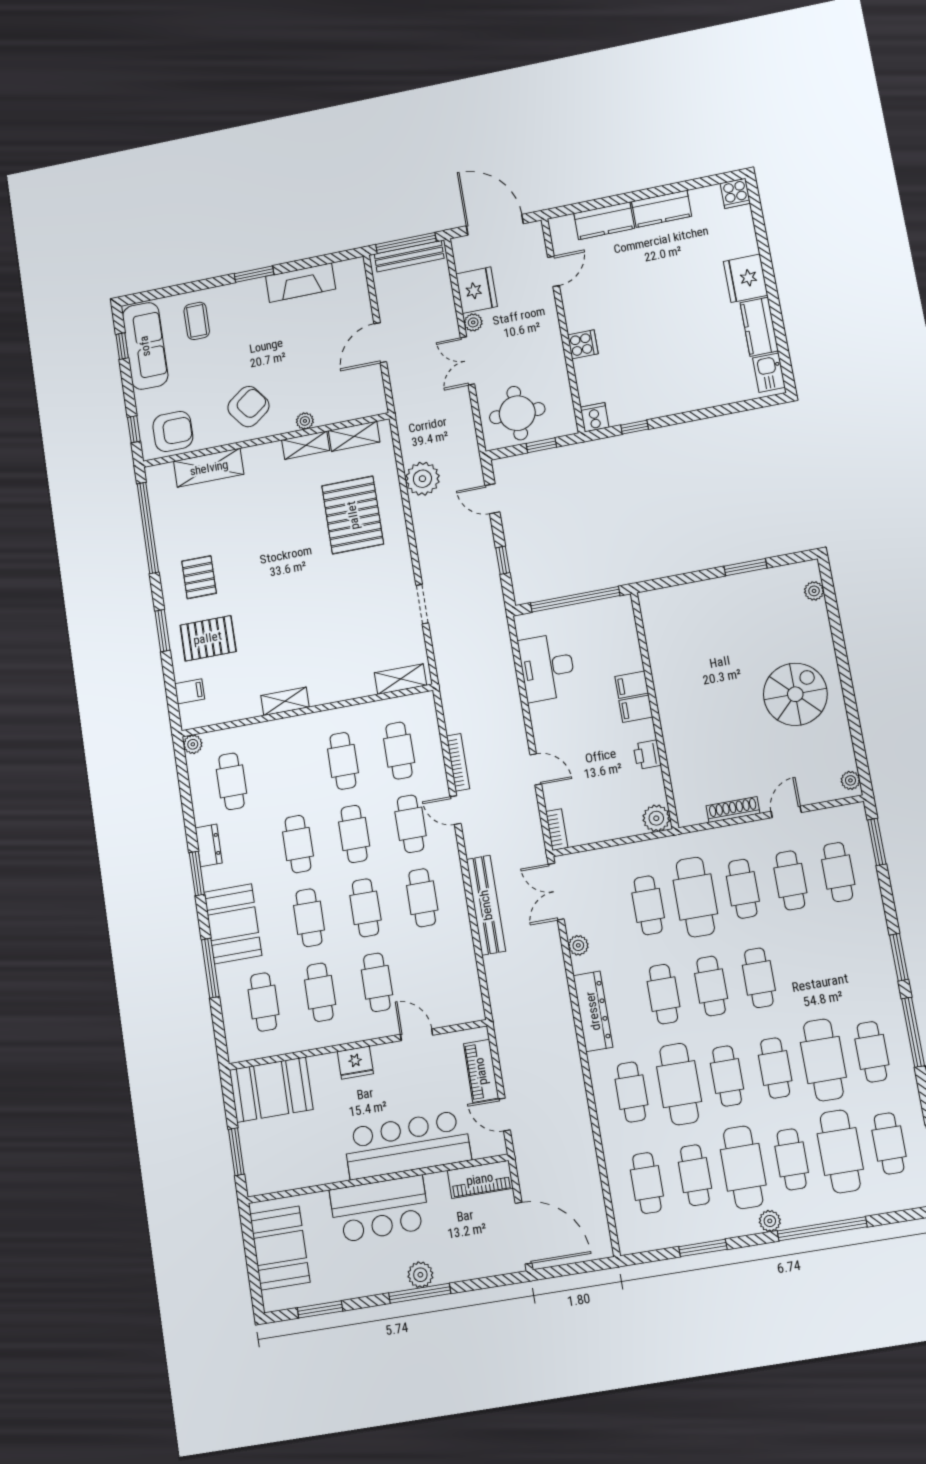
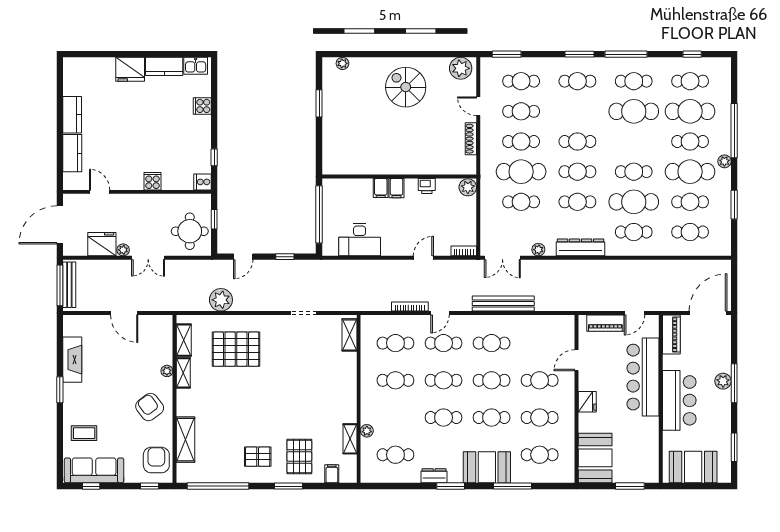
cooker: (735, 193) -> (202, 106), moved, turned 180
shelving: (285, 701) -> (350, 439), moved
plant: (193, 744) -> (367, 431), moved
plant: (850, 780) -> (461, 68), width x1.87, depth x1.87
cafe table: (775, 1068) -> (577, 81), moved

